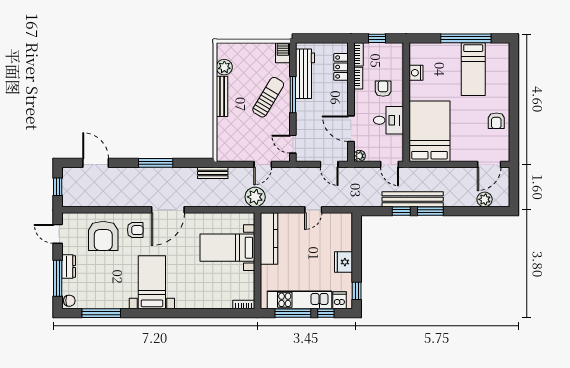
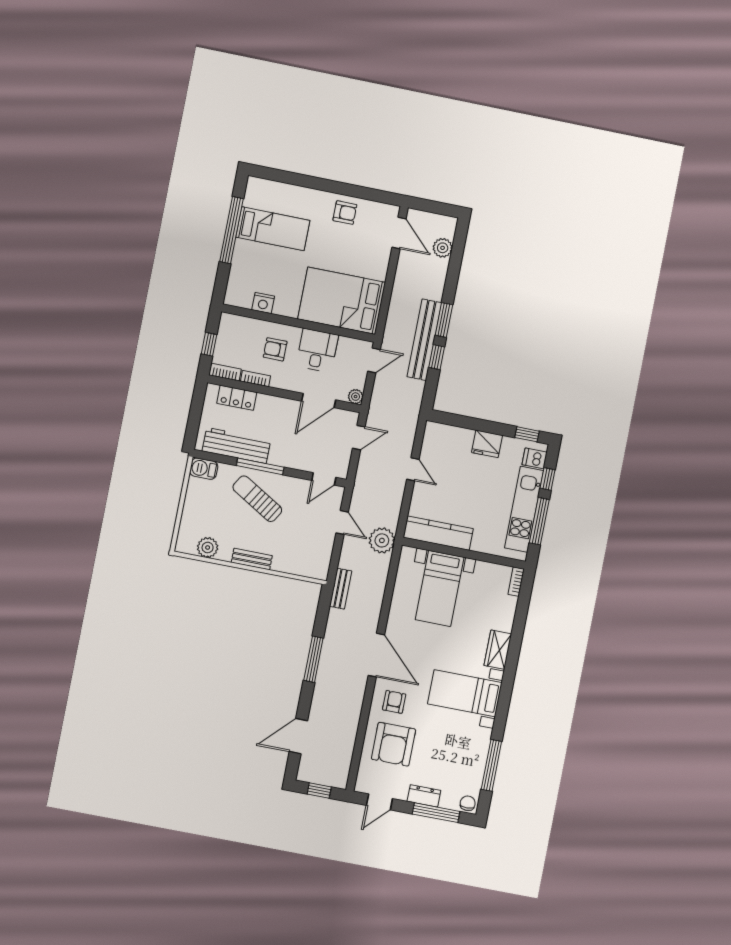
bench: (222, 96) -> (252, 559), width x0.73
armchair: (103, 236) -> (394, 744), turned 90
wardrobe: (190, 301) -> (498, 650), added

